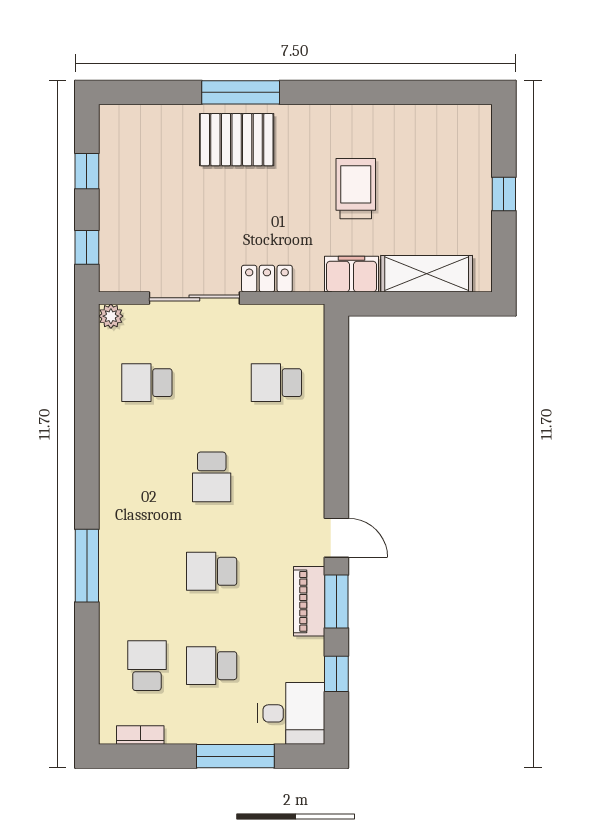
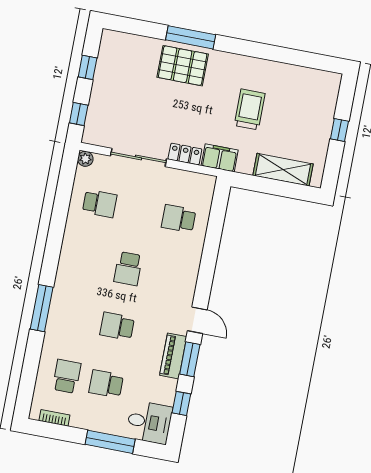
filing cabinet: (352, 274) -> (220, 158), moved
school desk: (147, 383) -> (100, 204), turned 180

